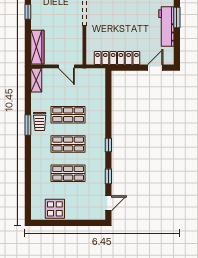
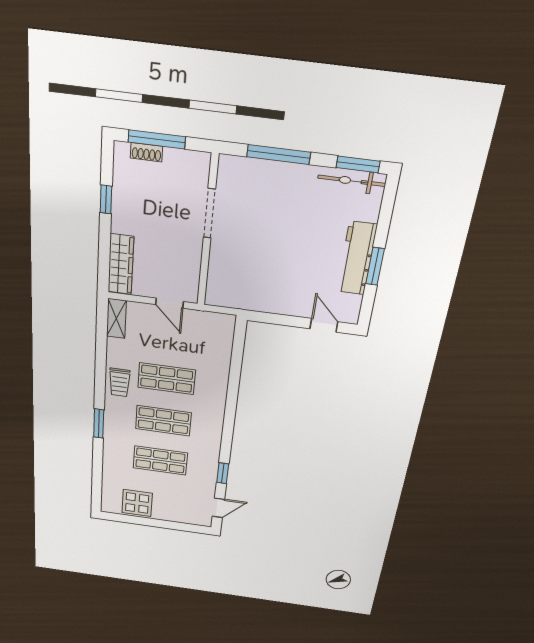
window: (177, 17) -> (375, 266), moved
locker: (117, 58) -> (259, 301), removed
door: (155, 68) -> (324, 325), hinge flipped
window: (28, 125) -> (99, 423), moved
window: (108, 145) -> (228, 431), removed

